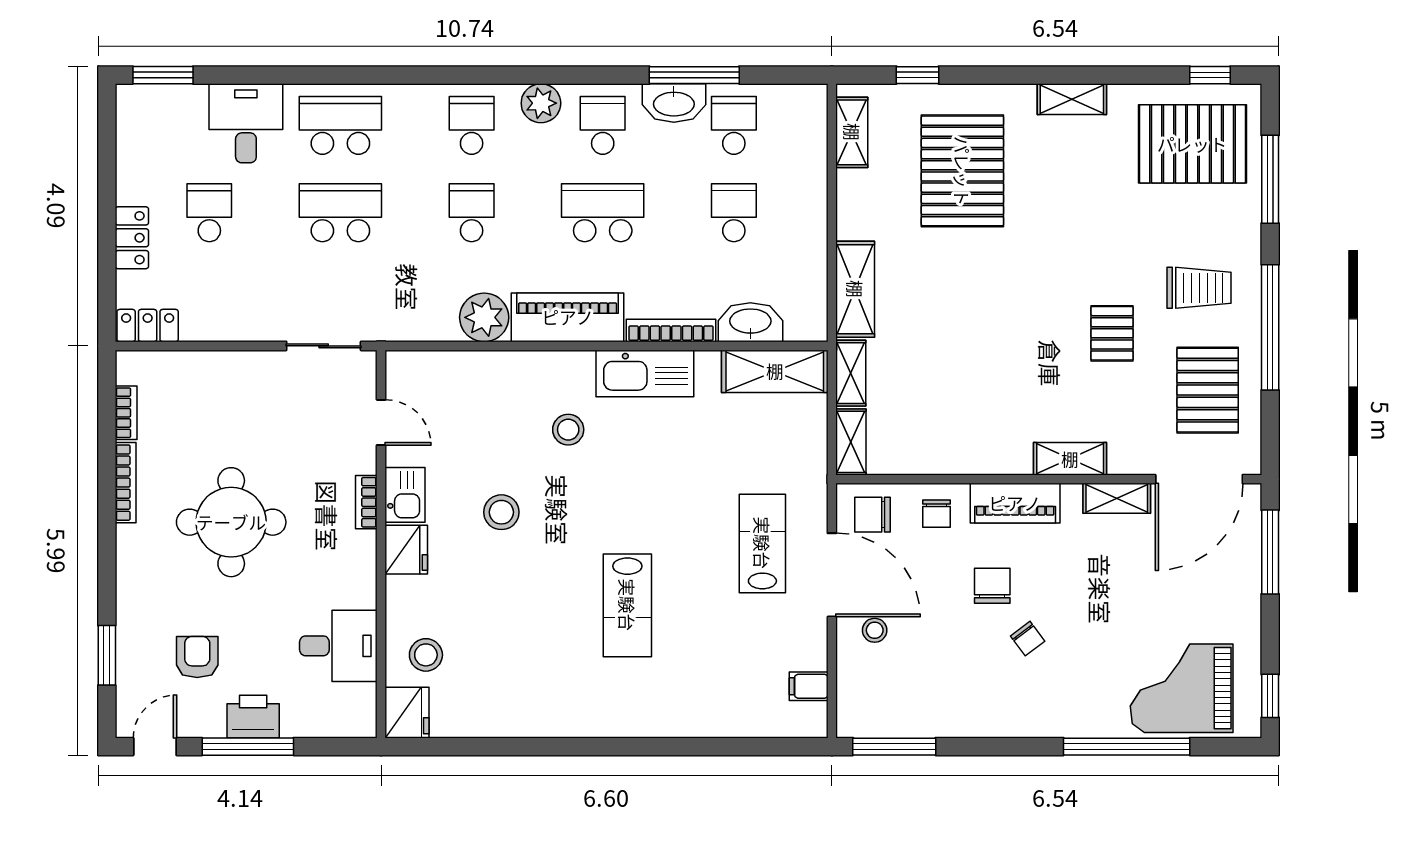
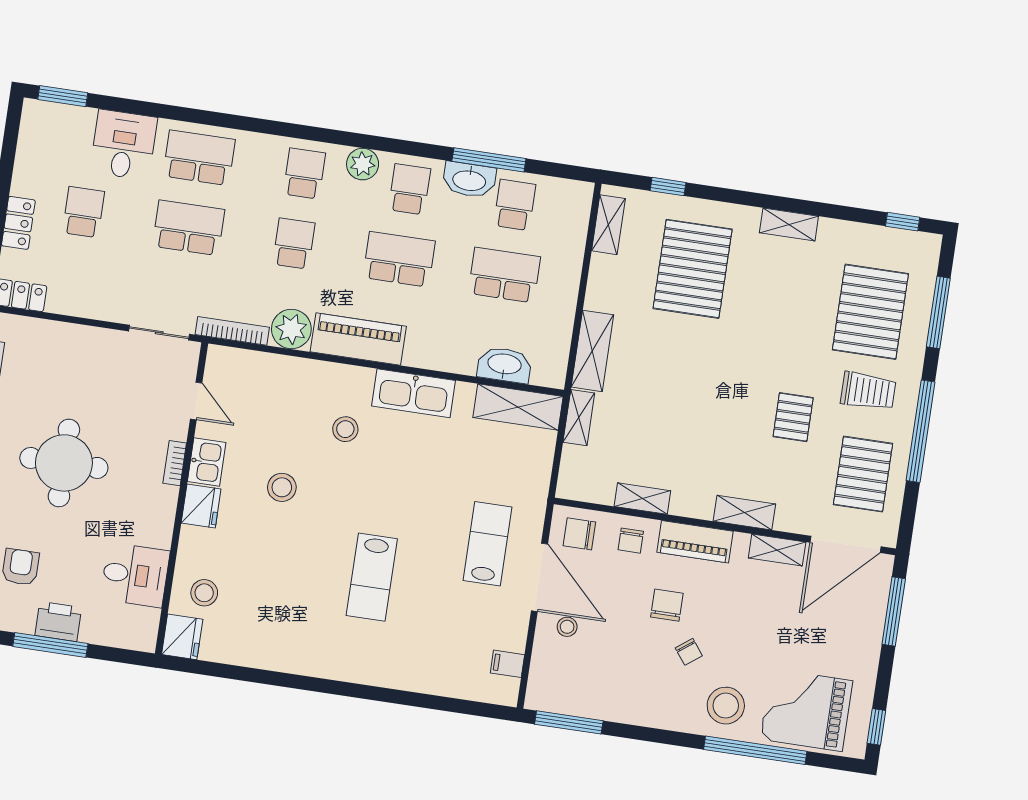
pallet: (1192, 144) -> (870, 312), moved, turned 90
school desk: (734, 213) -> (504, 275), width x1.85
bookcase: (671, 330) -> (232, 331), moved
shelving: (851, 442) -> (642, 499), moved, turned 90
stool: (1082, 697) -> (726, 706), added

